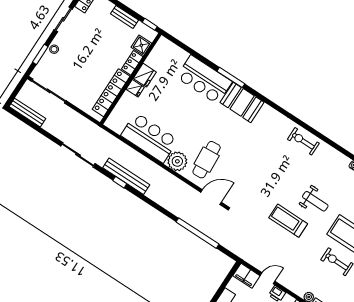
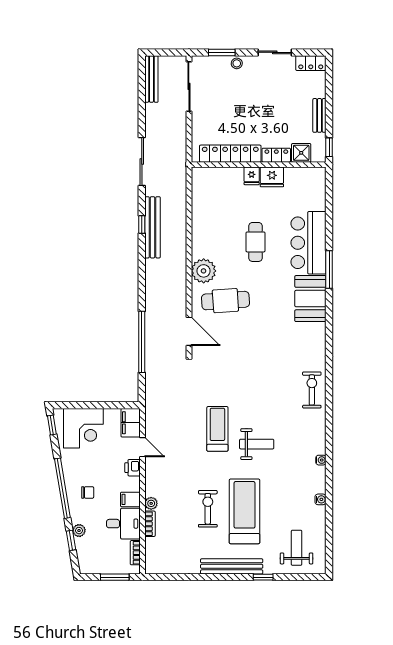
cafe table: (181, 114) -> (255, 242), added
bar counter: (149, 138) -> (209, 225), removed
weight bench: (315, 201) -> (257, 444), turned -90

